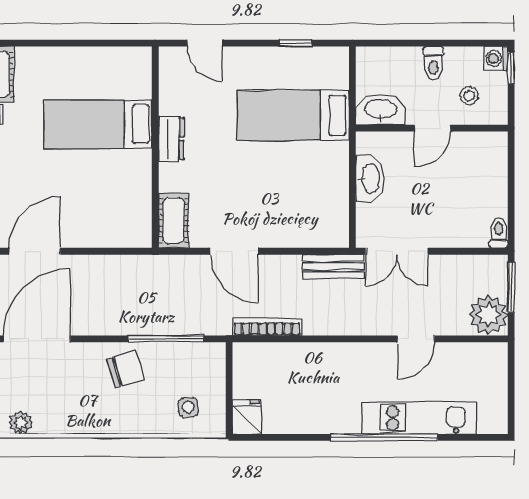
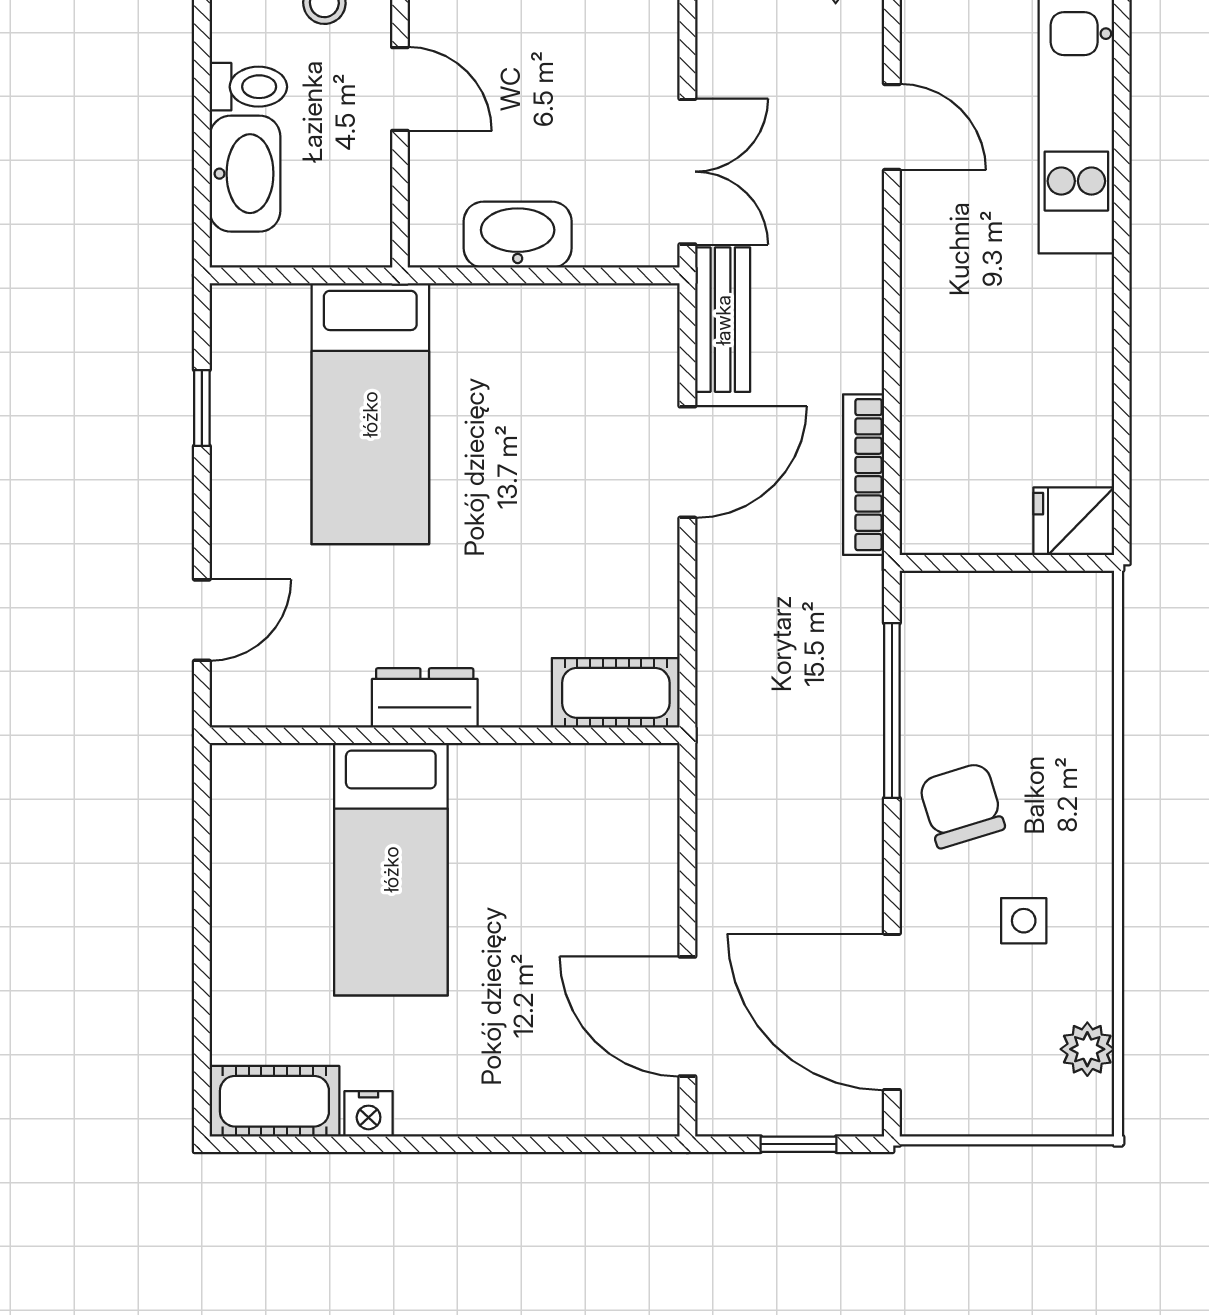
washbasin: (381, 110) -> (245, 174), moved, turned 180
door: (234, 251) -> (687, 462), moved
side table: (188, 407) -> (1024, 921), moved
window: (384, 437) -> (1122, 201), removed

